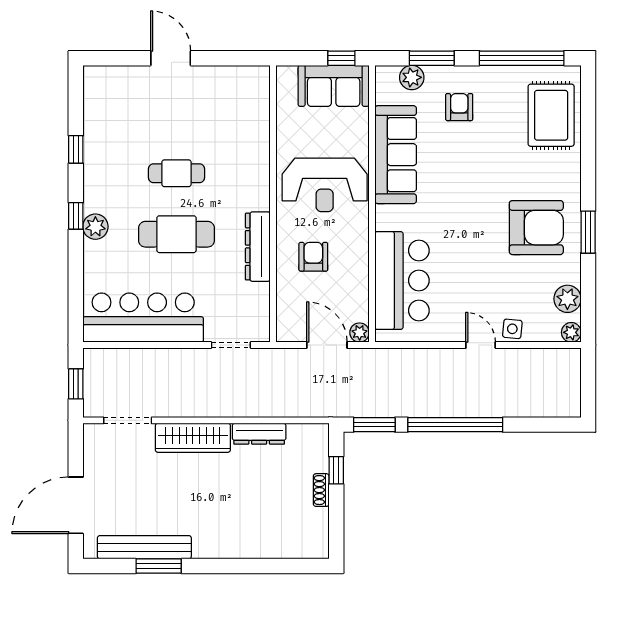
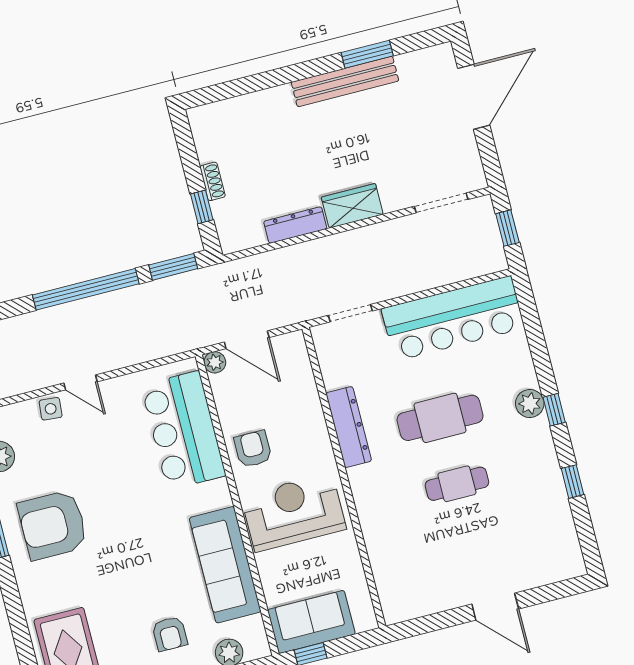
armchair: (313, 257) -> (253, 449), moved, turned 180
wardrobe: (193, 438) -> (352, 206), width x0.67
bench: (144, 547) -> (345, 81), moved

